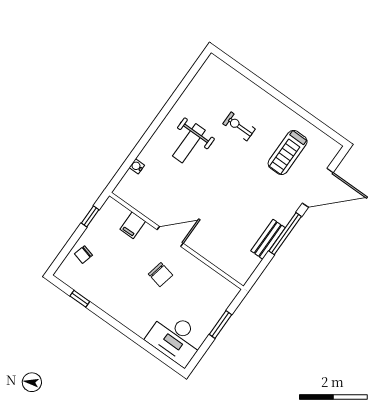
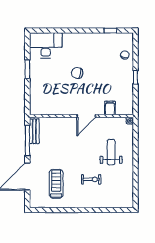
filing cabinet: (133, 225) -> (110, 108), moved
door: (170, 236) -> (86, 116), moved
wall: (176, 241) -> (81, 116), moved

